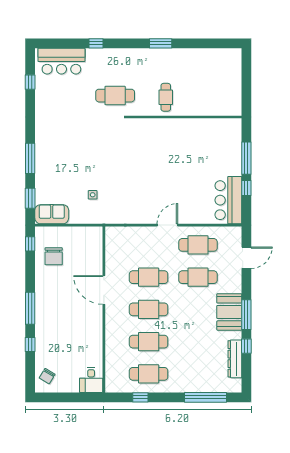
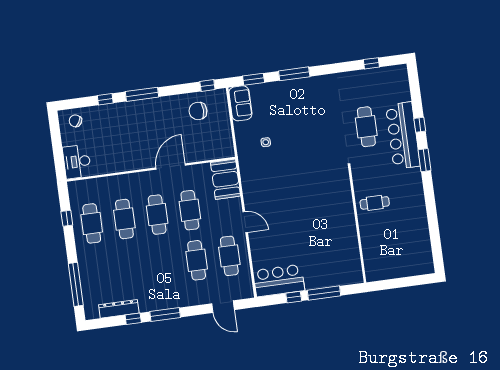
window: (161, 43) -> (425, 160), moved
bar counter: (61, 61) -> (403, 136), moved, width x1.36
cafe table: (115, 96) -> (366, 127), moved
booth: (229, 312) -> (226, 179), moved, turned 90
desk: (91, 380) -> (77, 162), width x1.37

